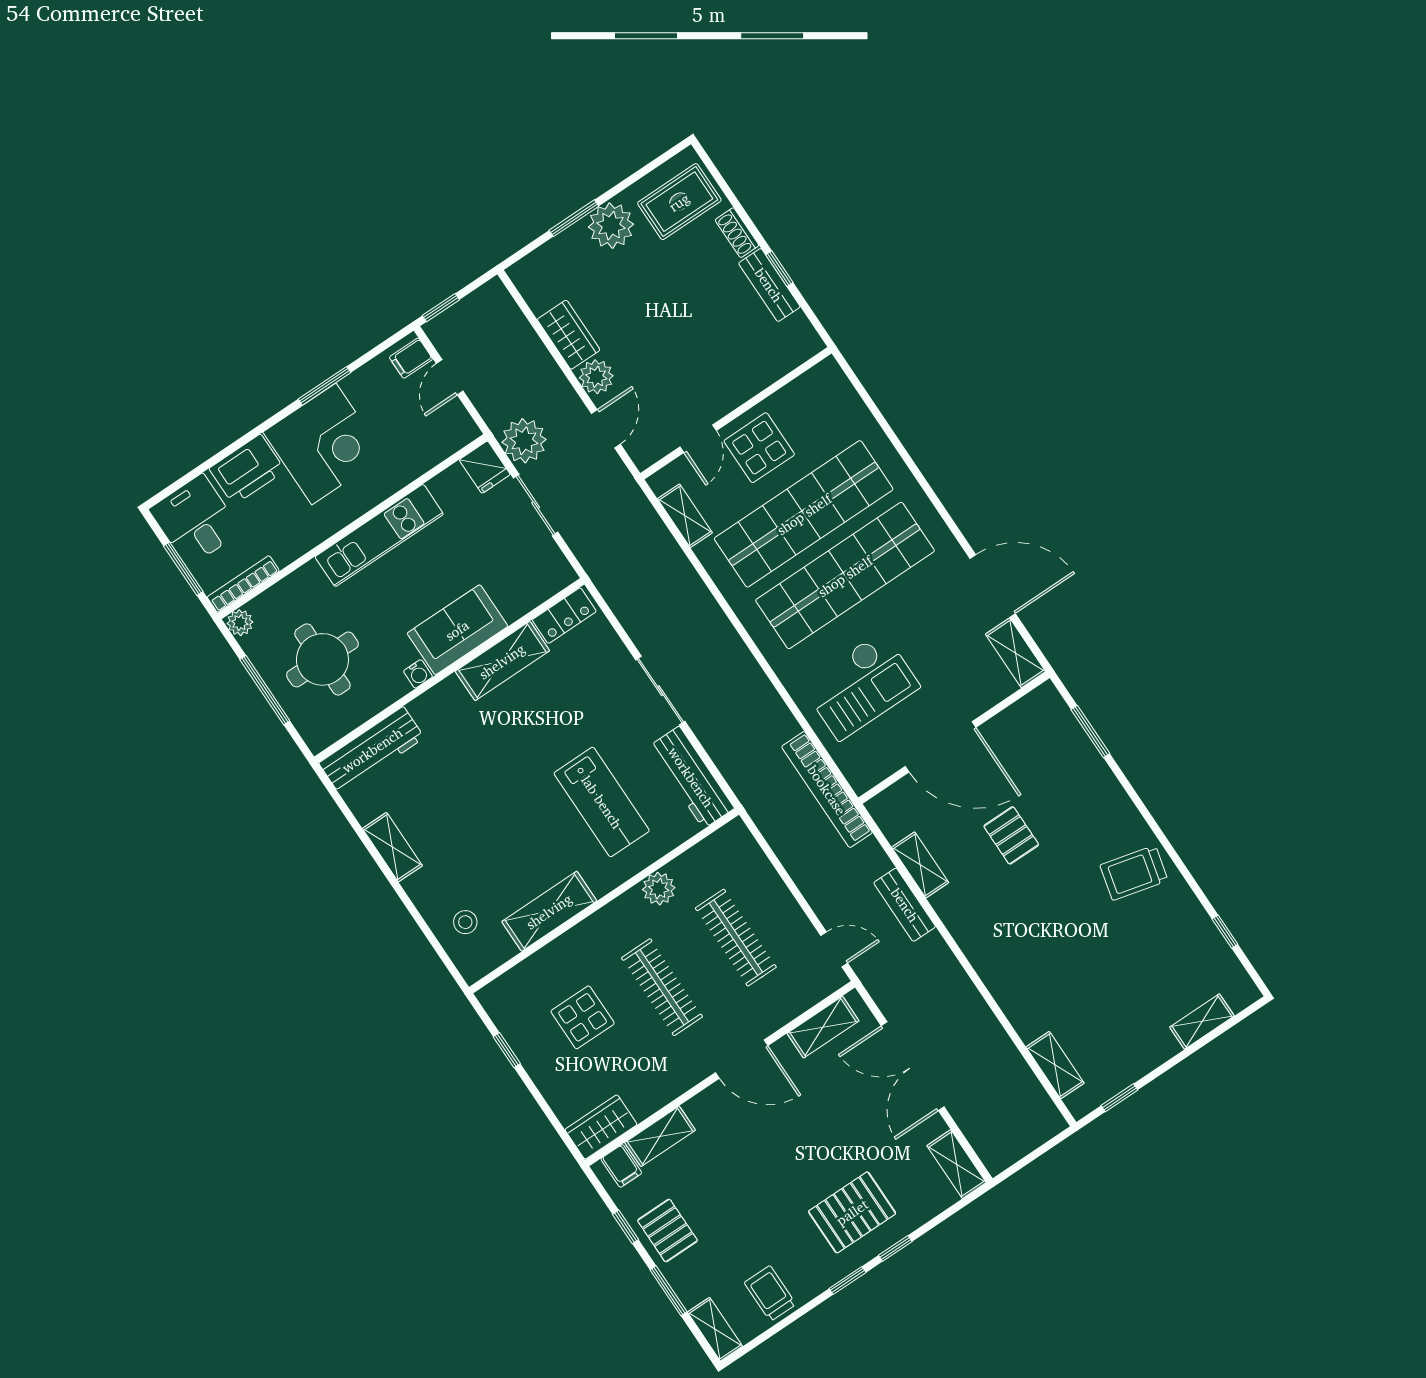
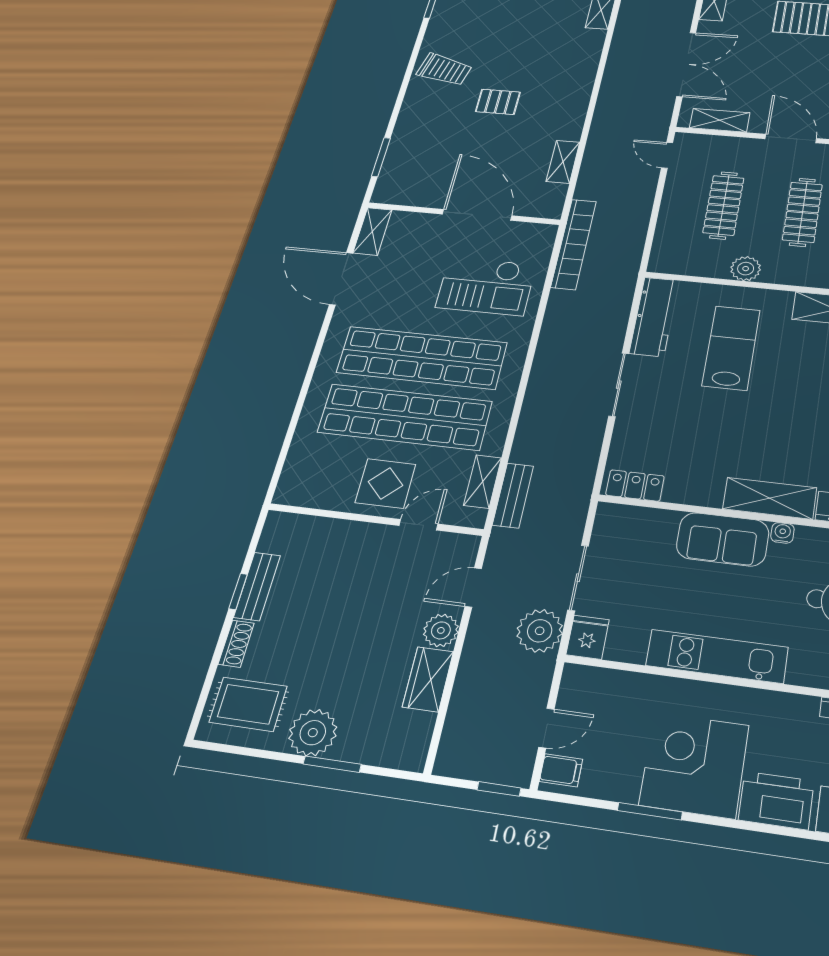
shelving: (502, 661) -> (770, 498), moved
checkout: (861, 686) -> (486, 286), turned 180
pallet: (1011, 835) -> (498, 102), moved, turned 90
bench: (905, 905) -> (513, 495), moved

